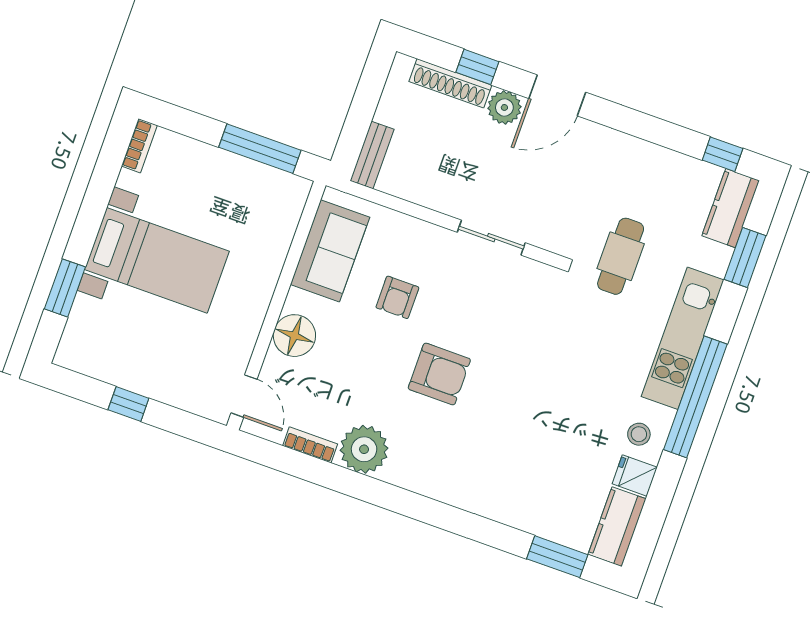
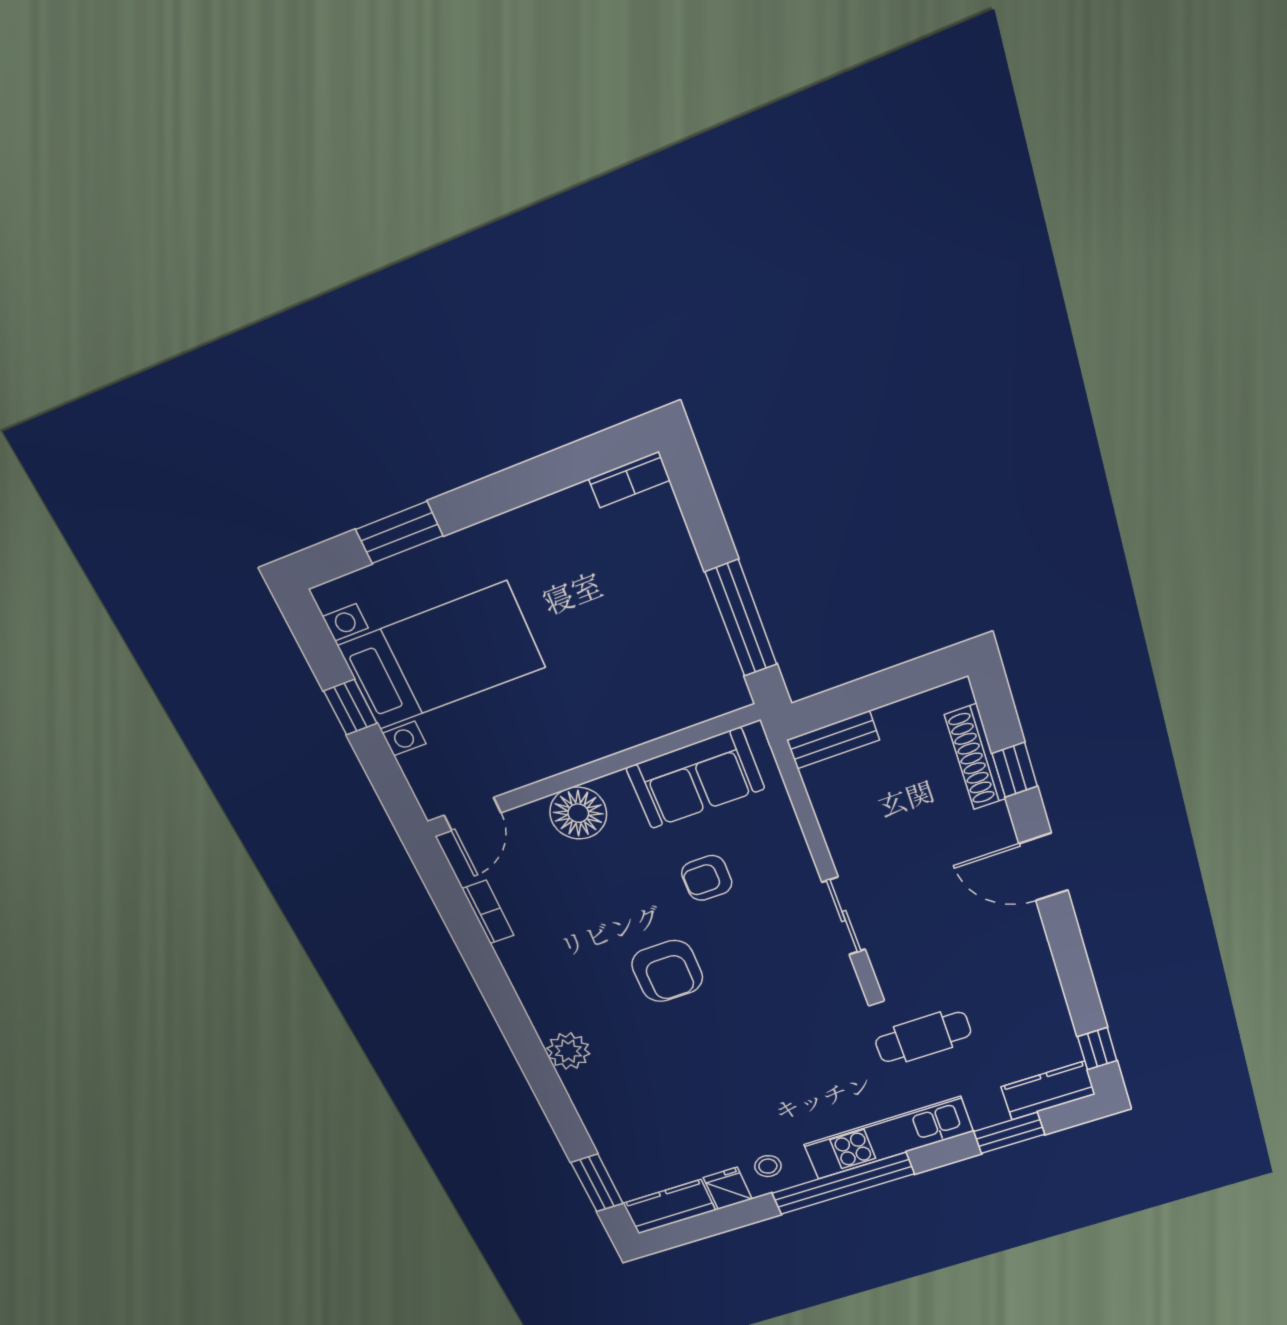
plant: (504, 107) -> (991, 828), removed
bed with nightstands: (157, 260) -> (442, 656), moved, turned -90
plant: (364, 449) -> (568, 1051), moved, width x0.73, depth x0.73

